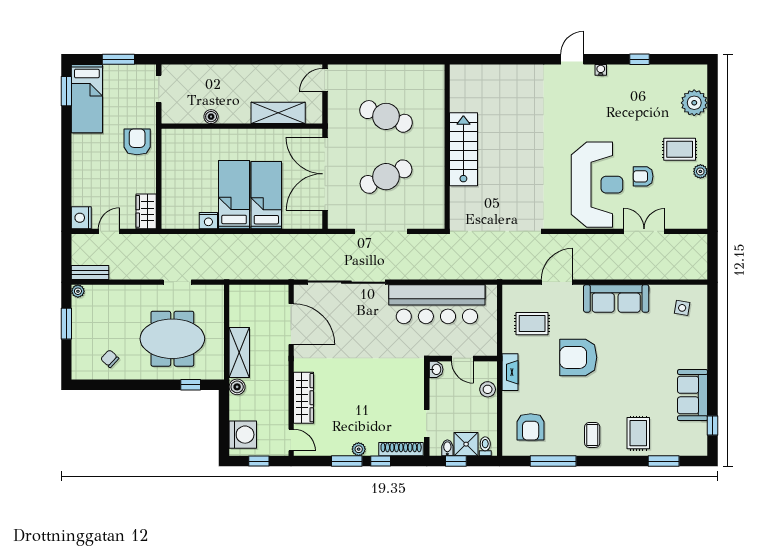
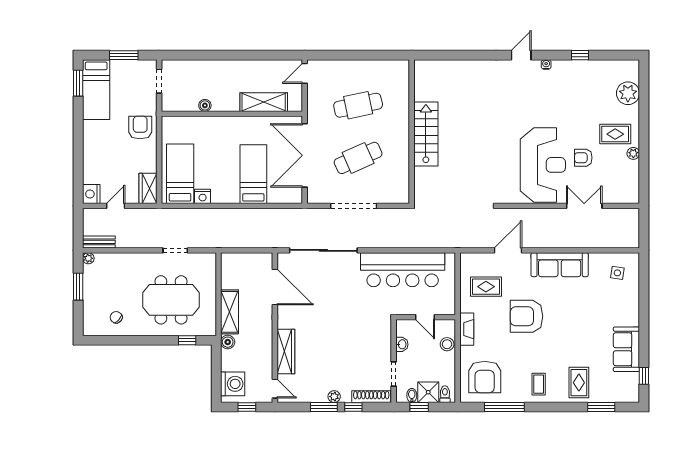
cafe table: (386, 116) -> (358, 105), turned -33
bed: (234, 195) -> (180, 174), moved
washbasin: (436, 369) -> (402, 344), moved
armchair: (531, 427) -> (485, 377), width x1.36, depth x1.36

